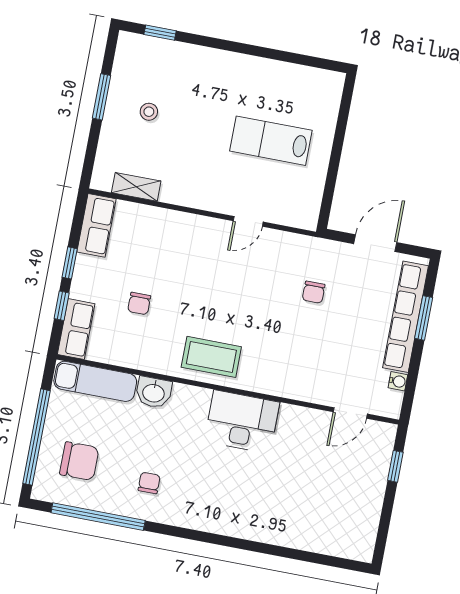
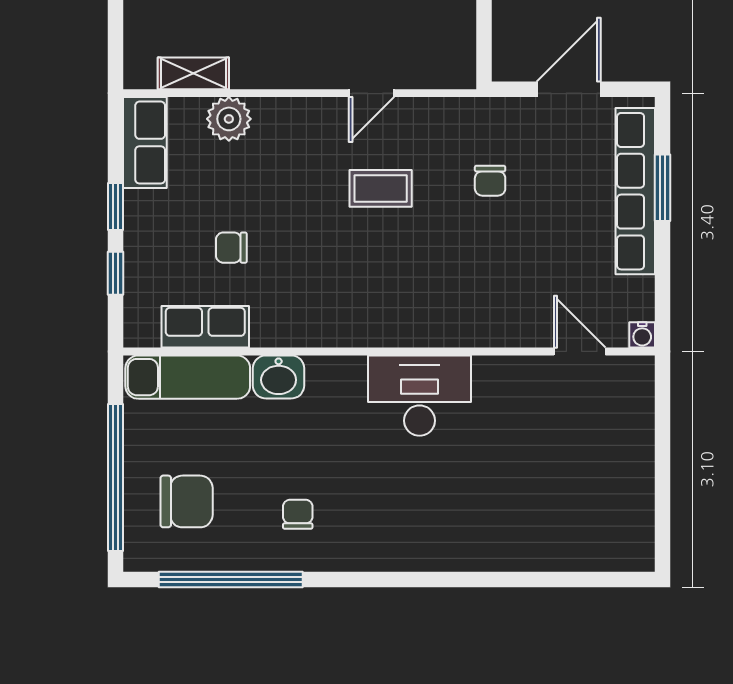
plant: (153, 221) -> (229, 119), added
chair: (139, 303) -> (231, 248), turned 90
row of seats: (76, 329) -> (205, 327), moved, turned -90
coffee table: (211, 357) -> (381, 188), moved, width x0.73, depth x0.77
water cooler: (398, 381) -> (642, 335), moved, turned 90
door: (350, 413) -> (580, 351), swing flipped
window: (395, 466) -> (663, 419), removed

